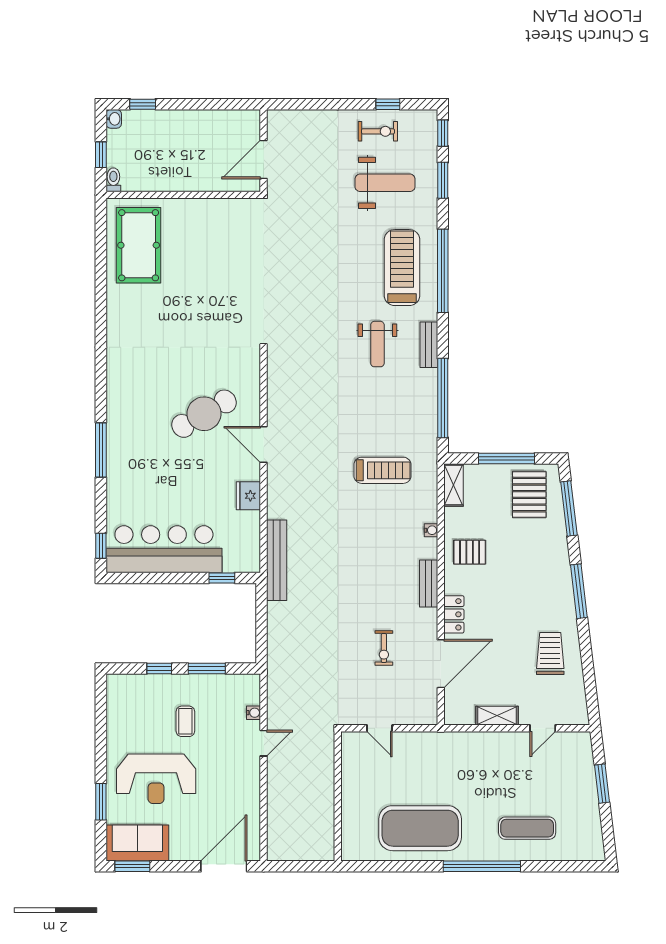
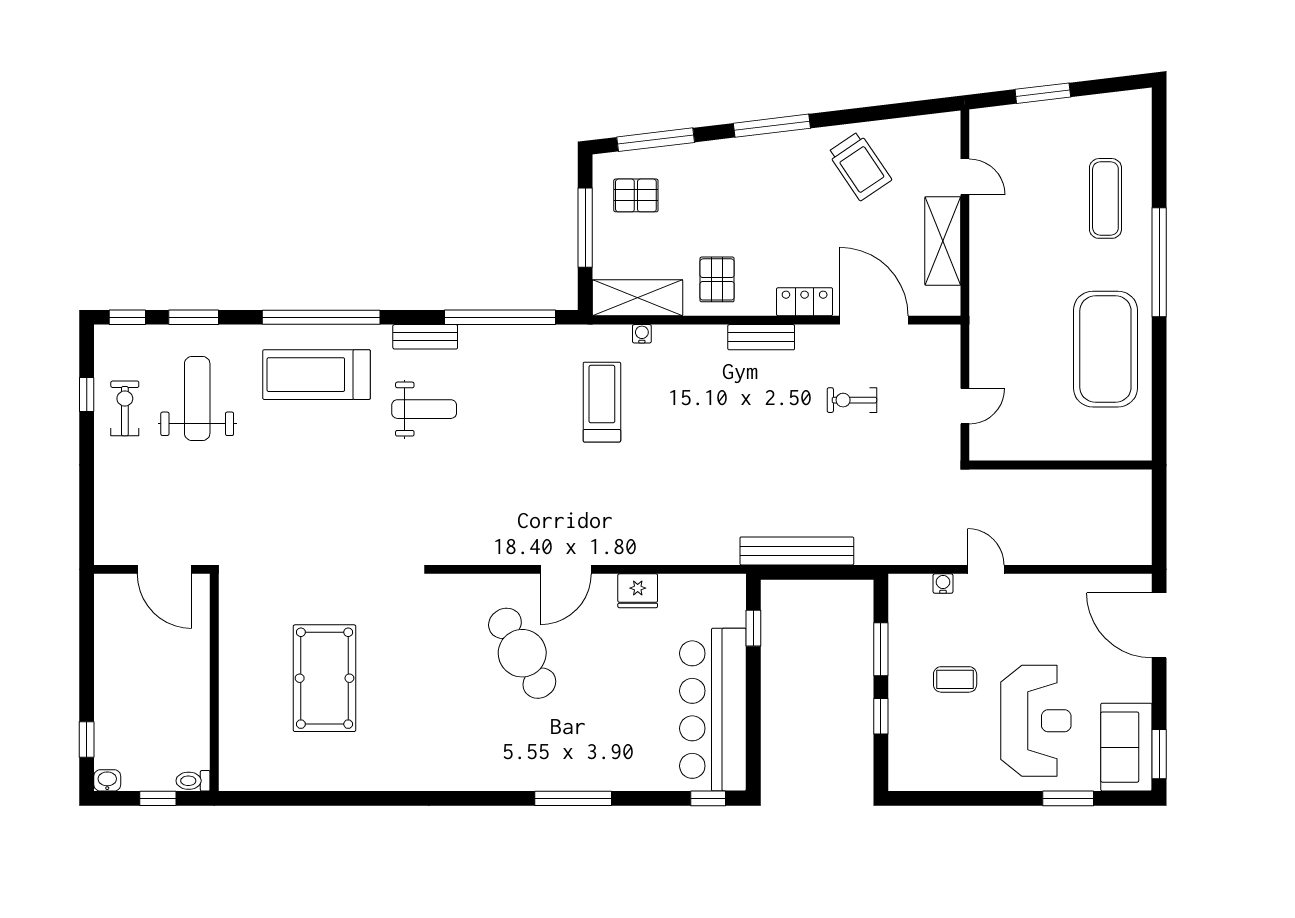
pool table: (139, 245) -> (325, 678), moved, turned 90
shelving: (453, 485) -> (638, 298), width x1.50, depth x1.33
pallet: (529, 495) -> (636, 195), width x0.67, depth x0.71
water cooler: (431, 530) -> (642, 334), moved
bench: (277, 560) -> (797, 551), moved
exercise bike: (384, 648) -> (852, 400), turned 180
trolley: (550, 653) -> (860, 166), turned -124
shelving: (497, 716) -> (943, 241), width x1.50, depth x1.33

